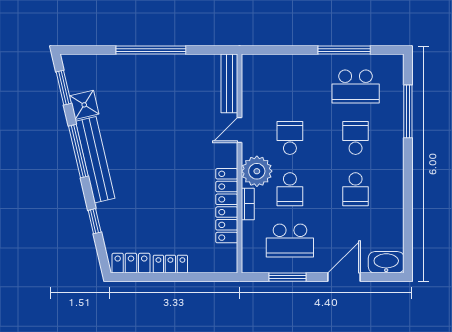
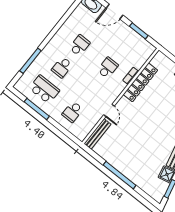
door: (240, 130) -> (109, 110), hinge flipped
school desk: (290, 138) -> (72, 112), moved
plant: (257, 171) -> (116, 87), removed
school desk: (290, 241) -> (125, 46), removed

